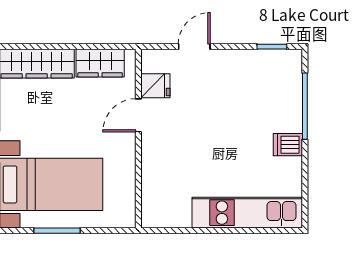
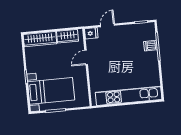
fridge: (155, 86) -> (91, 33), moved
dishwasher: (288, 145) -> (150, 46), moved
kitchen unit: (247, 213) -> (129, 96), width x1.36

